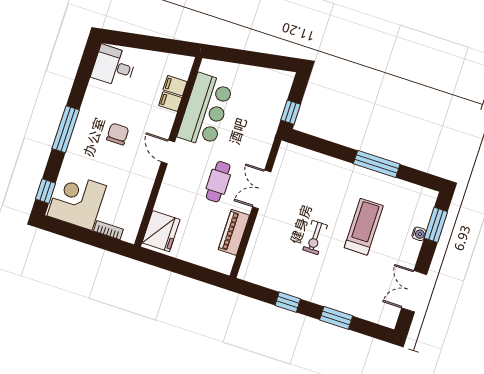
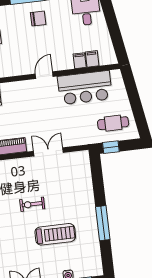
chair: (118, 134) -> (38, 18), moved
cafe table: (218, 182) -> (113, 123), moved

